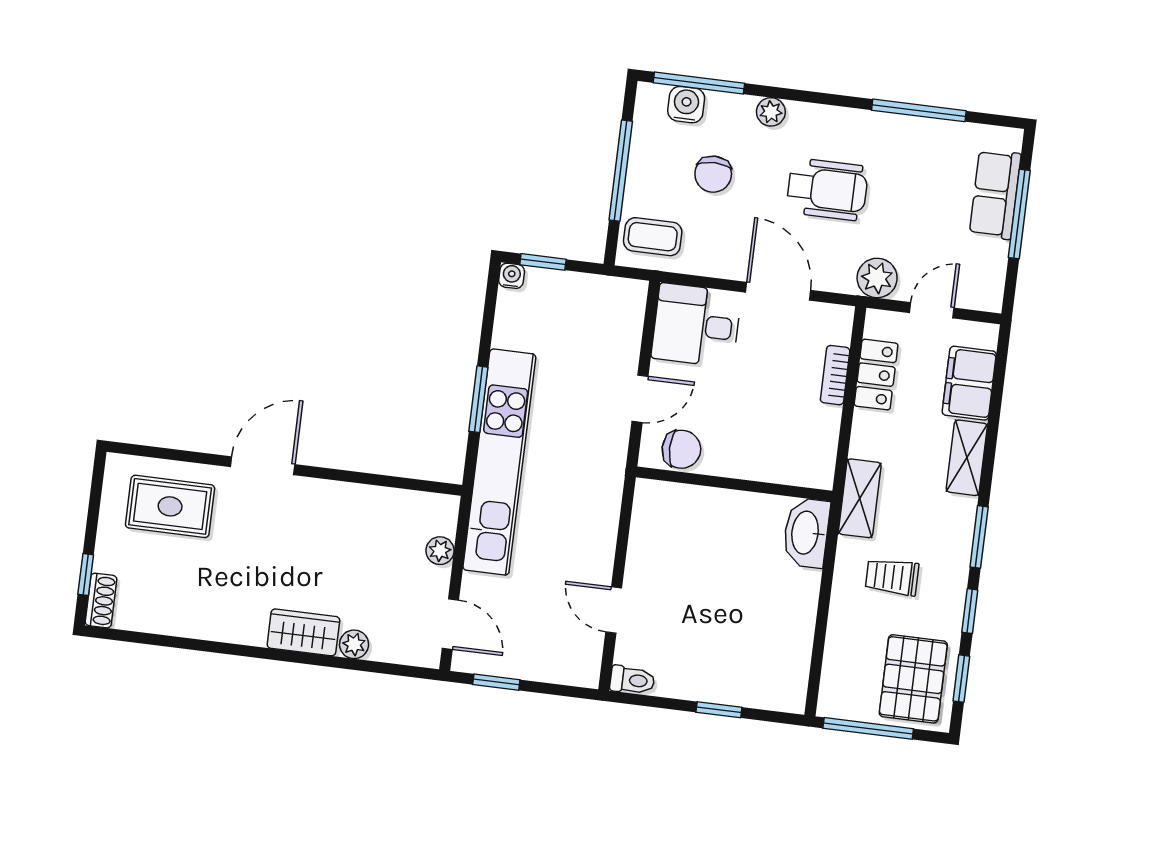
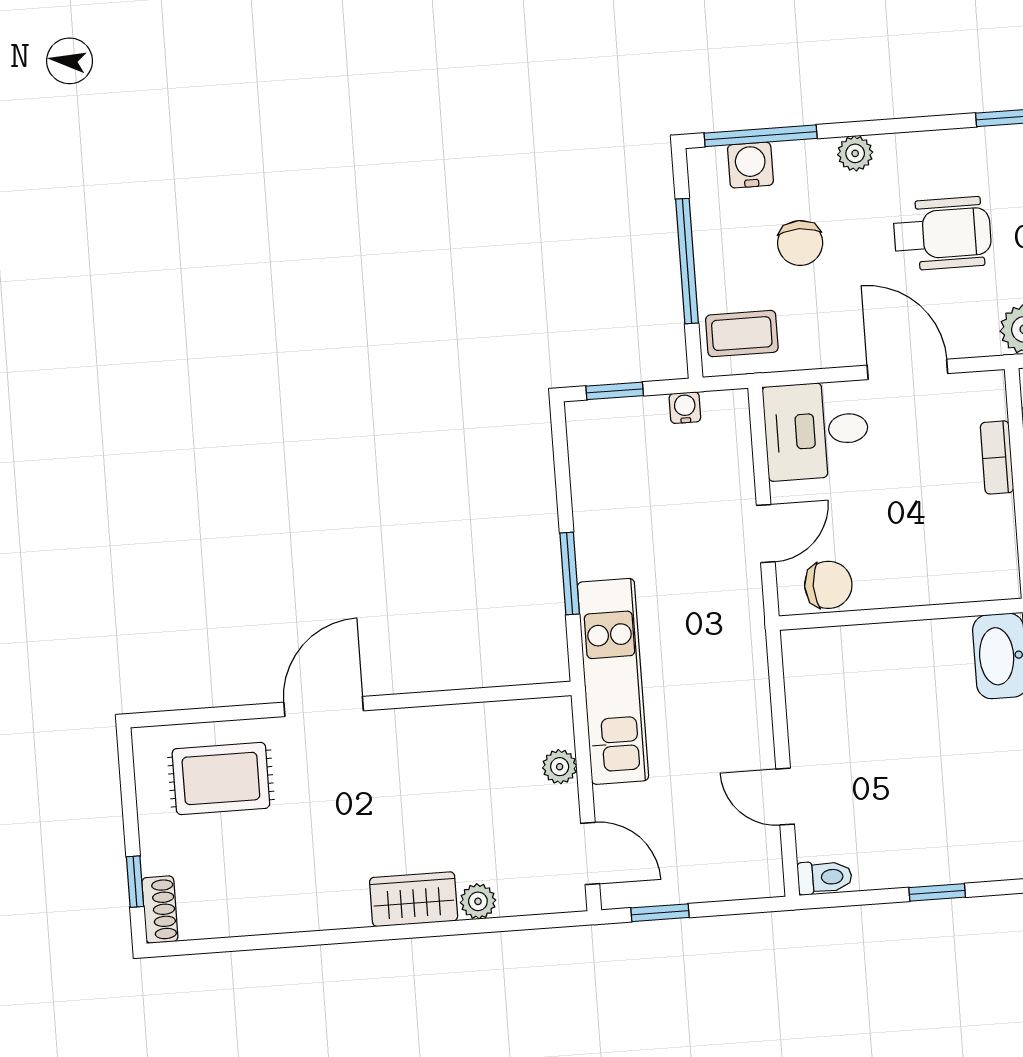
water cooler: (512, 276) -> (685, 408), moved
kitchen unit: (499, 462) -> (613, 681), width x0.73

